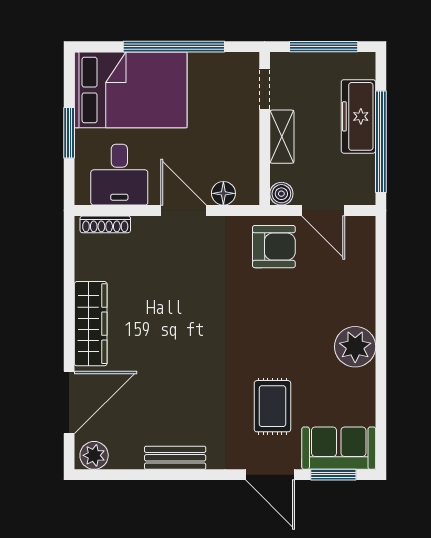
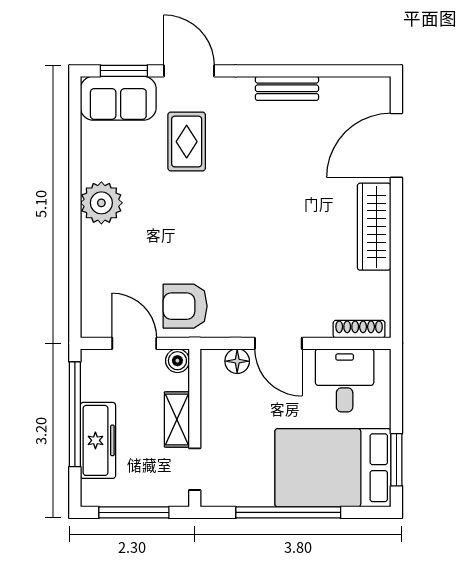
window: (69, 133) -> (396, 460), moved
plant: (94, 455) -> (371, 91), removed

